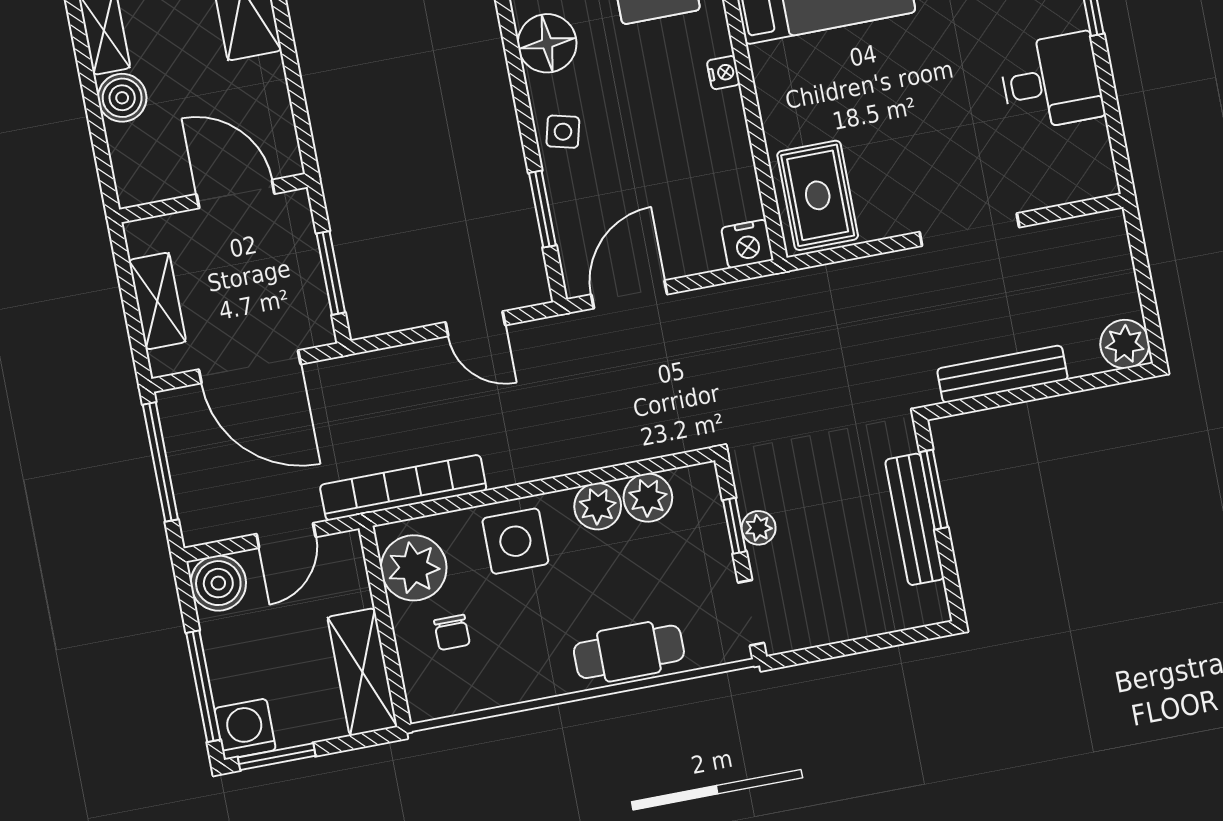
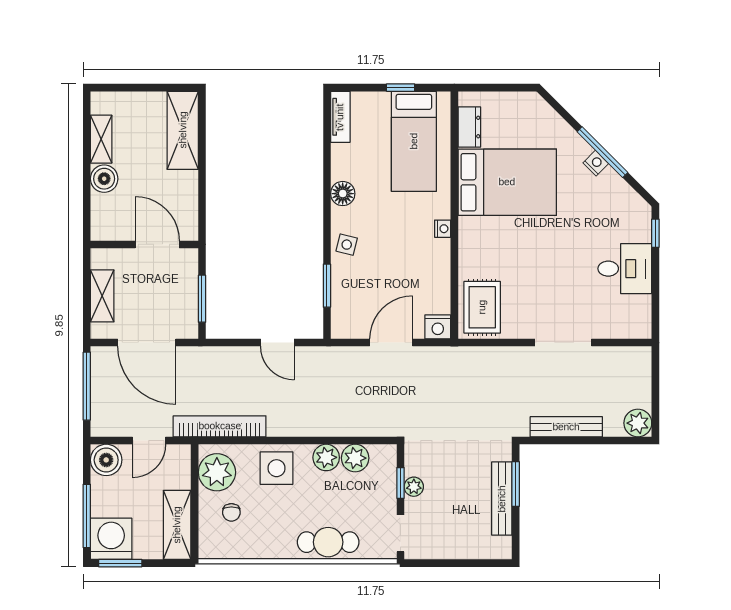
floor lamp: (547, 43) -> (343, 194), width x0.73, depth x0.73
door: (629, 294) -> (391, 343), moved
washing machine: (245, 729) -> (111, 539), width x1.37, depth x1.37

